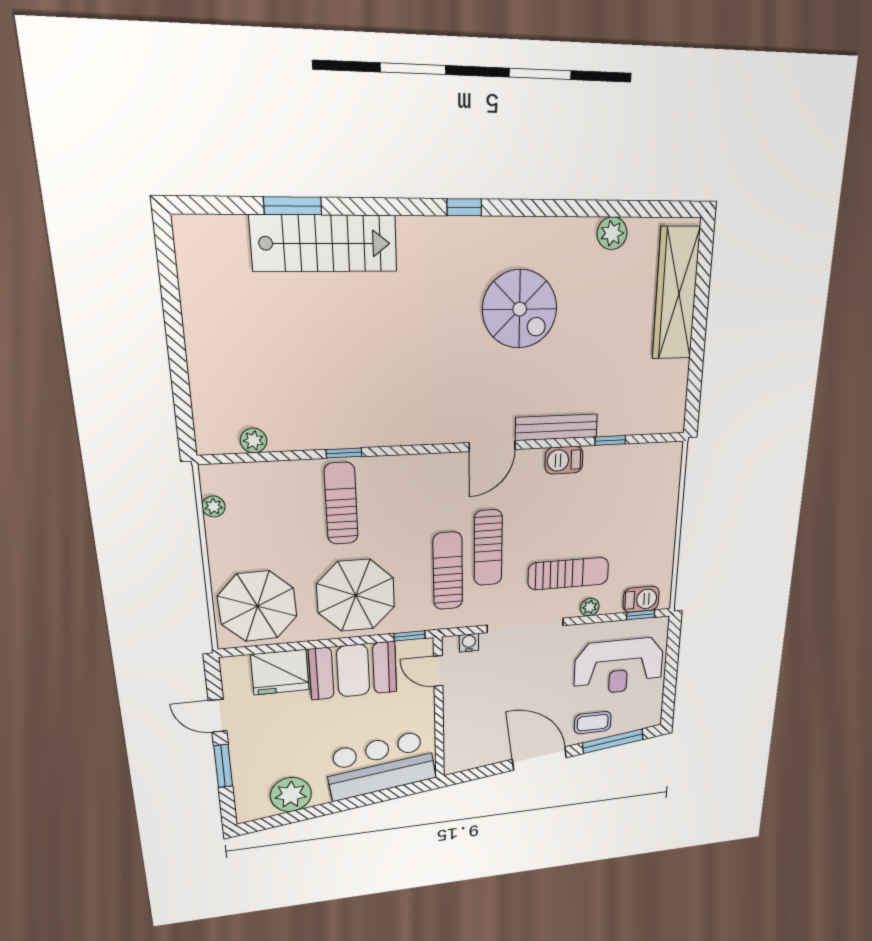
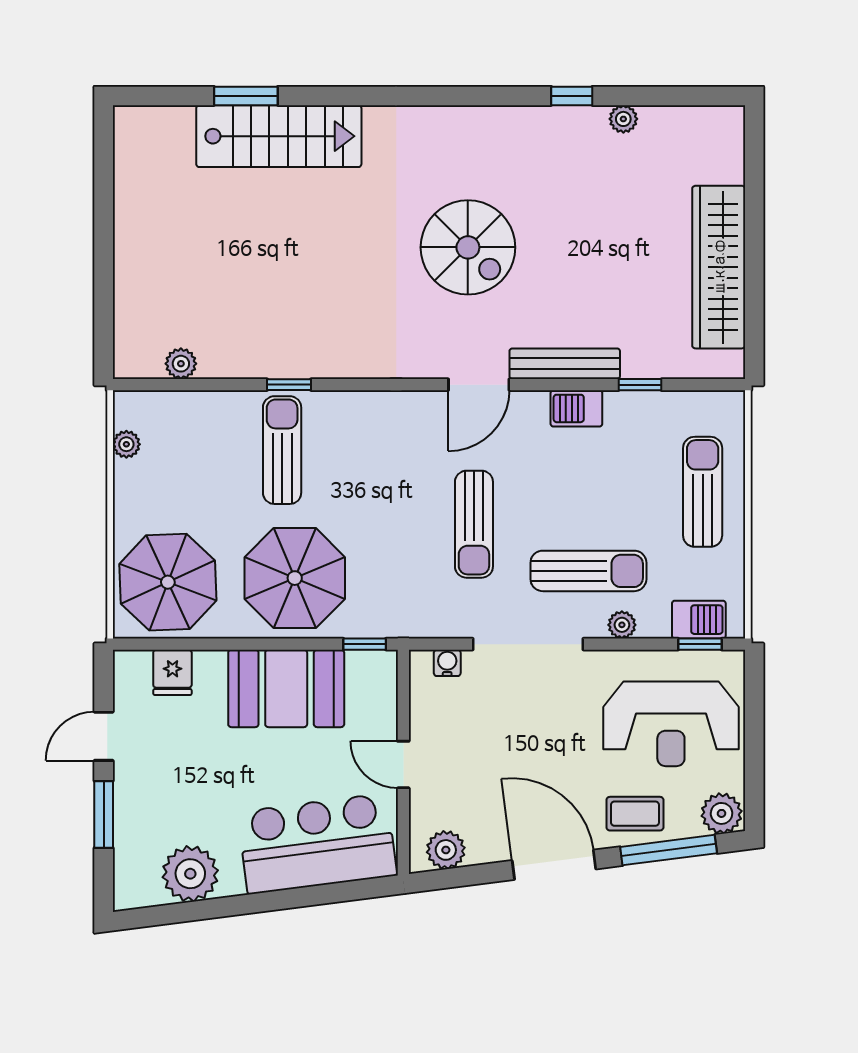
window: (464, 207) -> (572, 96), moved
plant: (612, 233) -> (623, 119), width x0.73, depth x0.73
wardrobe: (676, 294) -> (719, 267), moved
spiral stairs: (520, 309) -> (468, 247), moved
sun lounger: (448, 571) -> (703, 492), moved
door: (438, 671) -> (403, 765), moved
fridge: (280, 672) -> (172, 672), width x0.53, depth x0.75
door: (218, 716) -> (104, 736), hinge flipped
plant: (647, 716) -> (722, 813), added
plant: (468, 759) -> (446, 850), added

